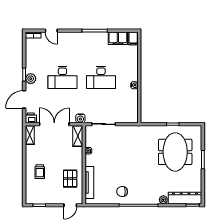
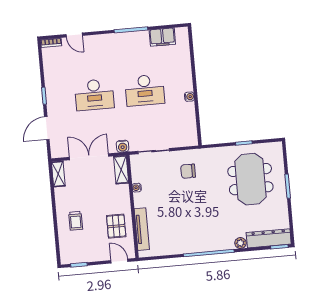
filing cabinet: (133, 38) -> (182, 35), removed
plant: (31, 79) -> (53, 100), removed
printer: (31, 118) -> (58, 151), removed
chair: (122, 192) -> (188, 171), moved
door: (70, 205) -> (119, 261), swing flipped

